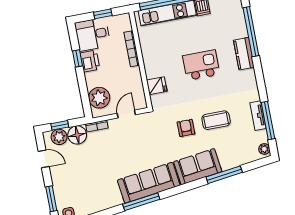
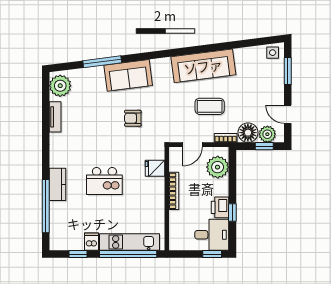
window: (103, 14) -> (212, 254), moved
bookcase: (132, 49) -> (174, 191), moved
coffee table: (216, 120) -> (210, 106), moved
window: (268, 121) -> (46, 110), removed
armchair: (186, 128) -> (133, 118), turned 90
plant: (264, 149) -> (60, 86), width x1.87, depth x1.87
sofa: (149, 183) -> (203, 66), moved
window: (141, 202) -> (194, 50), removed

